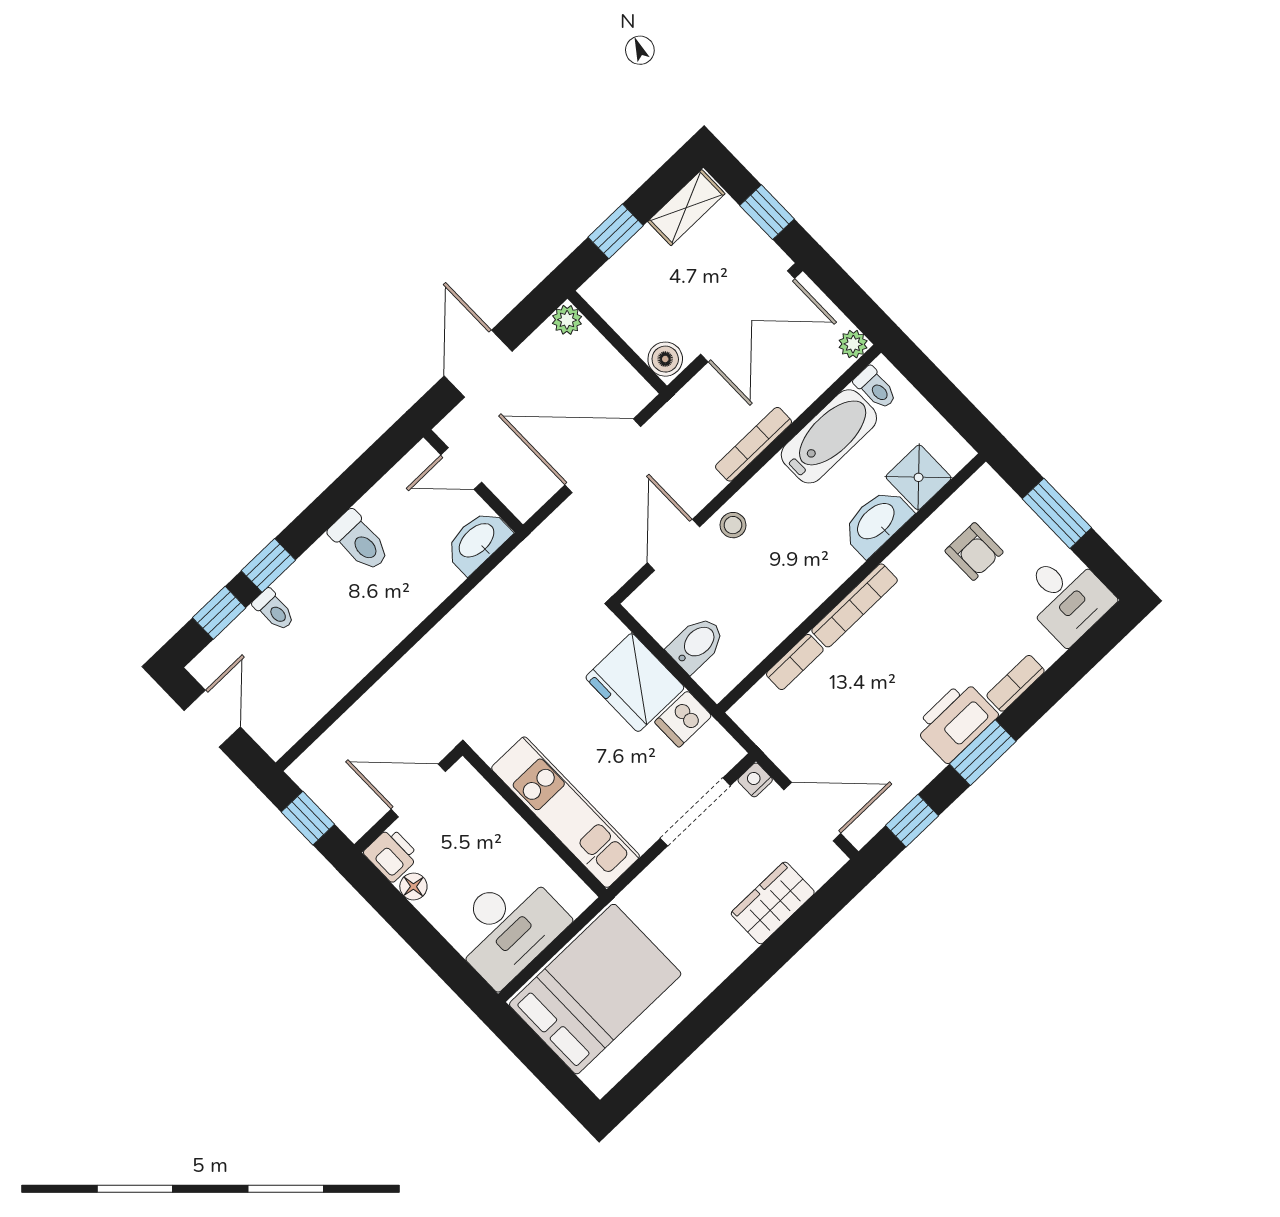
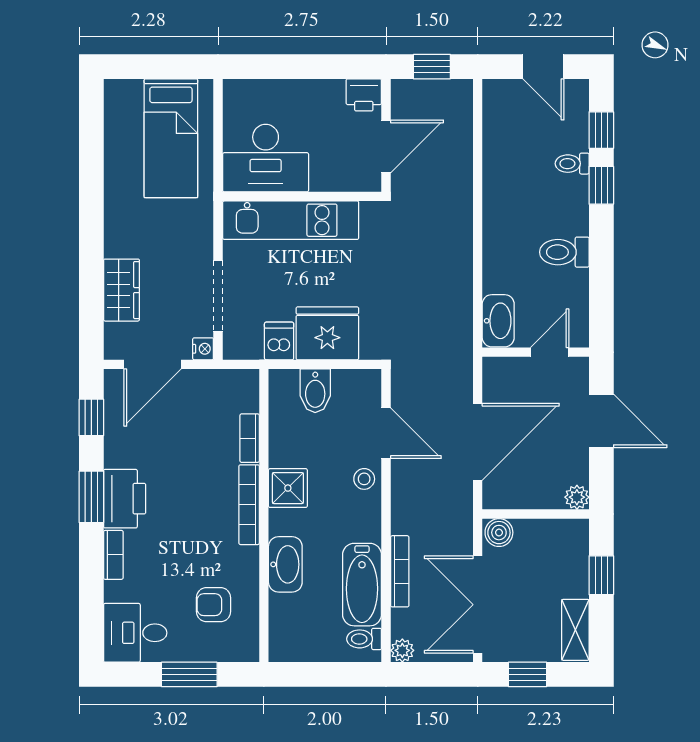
bookcase: (754, 444) -> (400, 571), moved
shower: (919, 477) -> (288, 488), moved
floor lamp: (413, 886) -> (333, 90), removed
desk: (507, 927) -> (266, 158), moved, turned -90
bed: (595, 989) -> (171, 138), width x0.67

